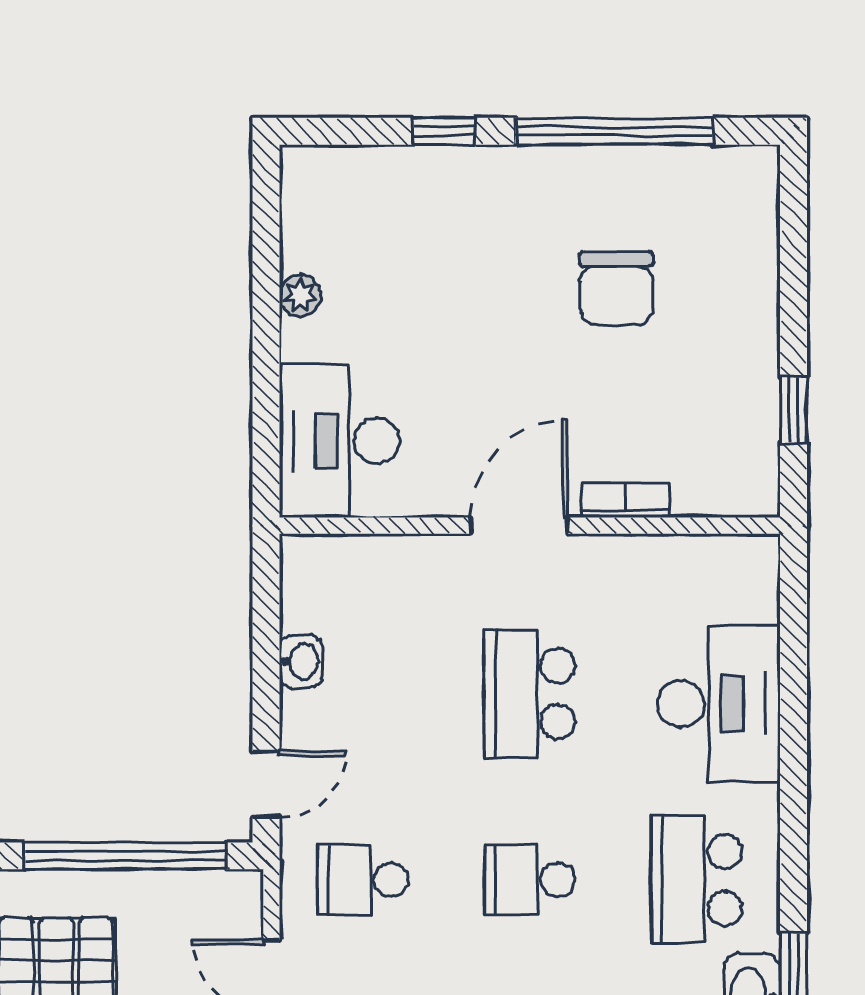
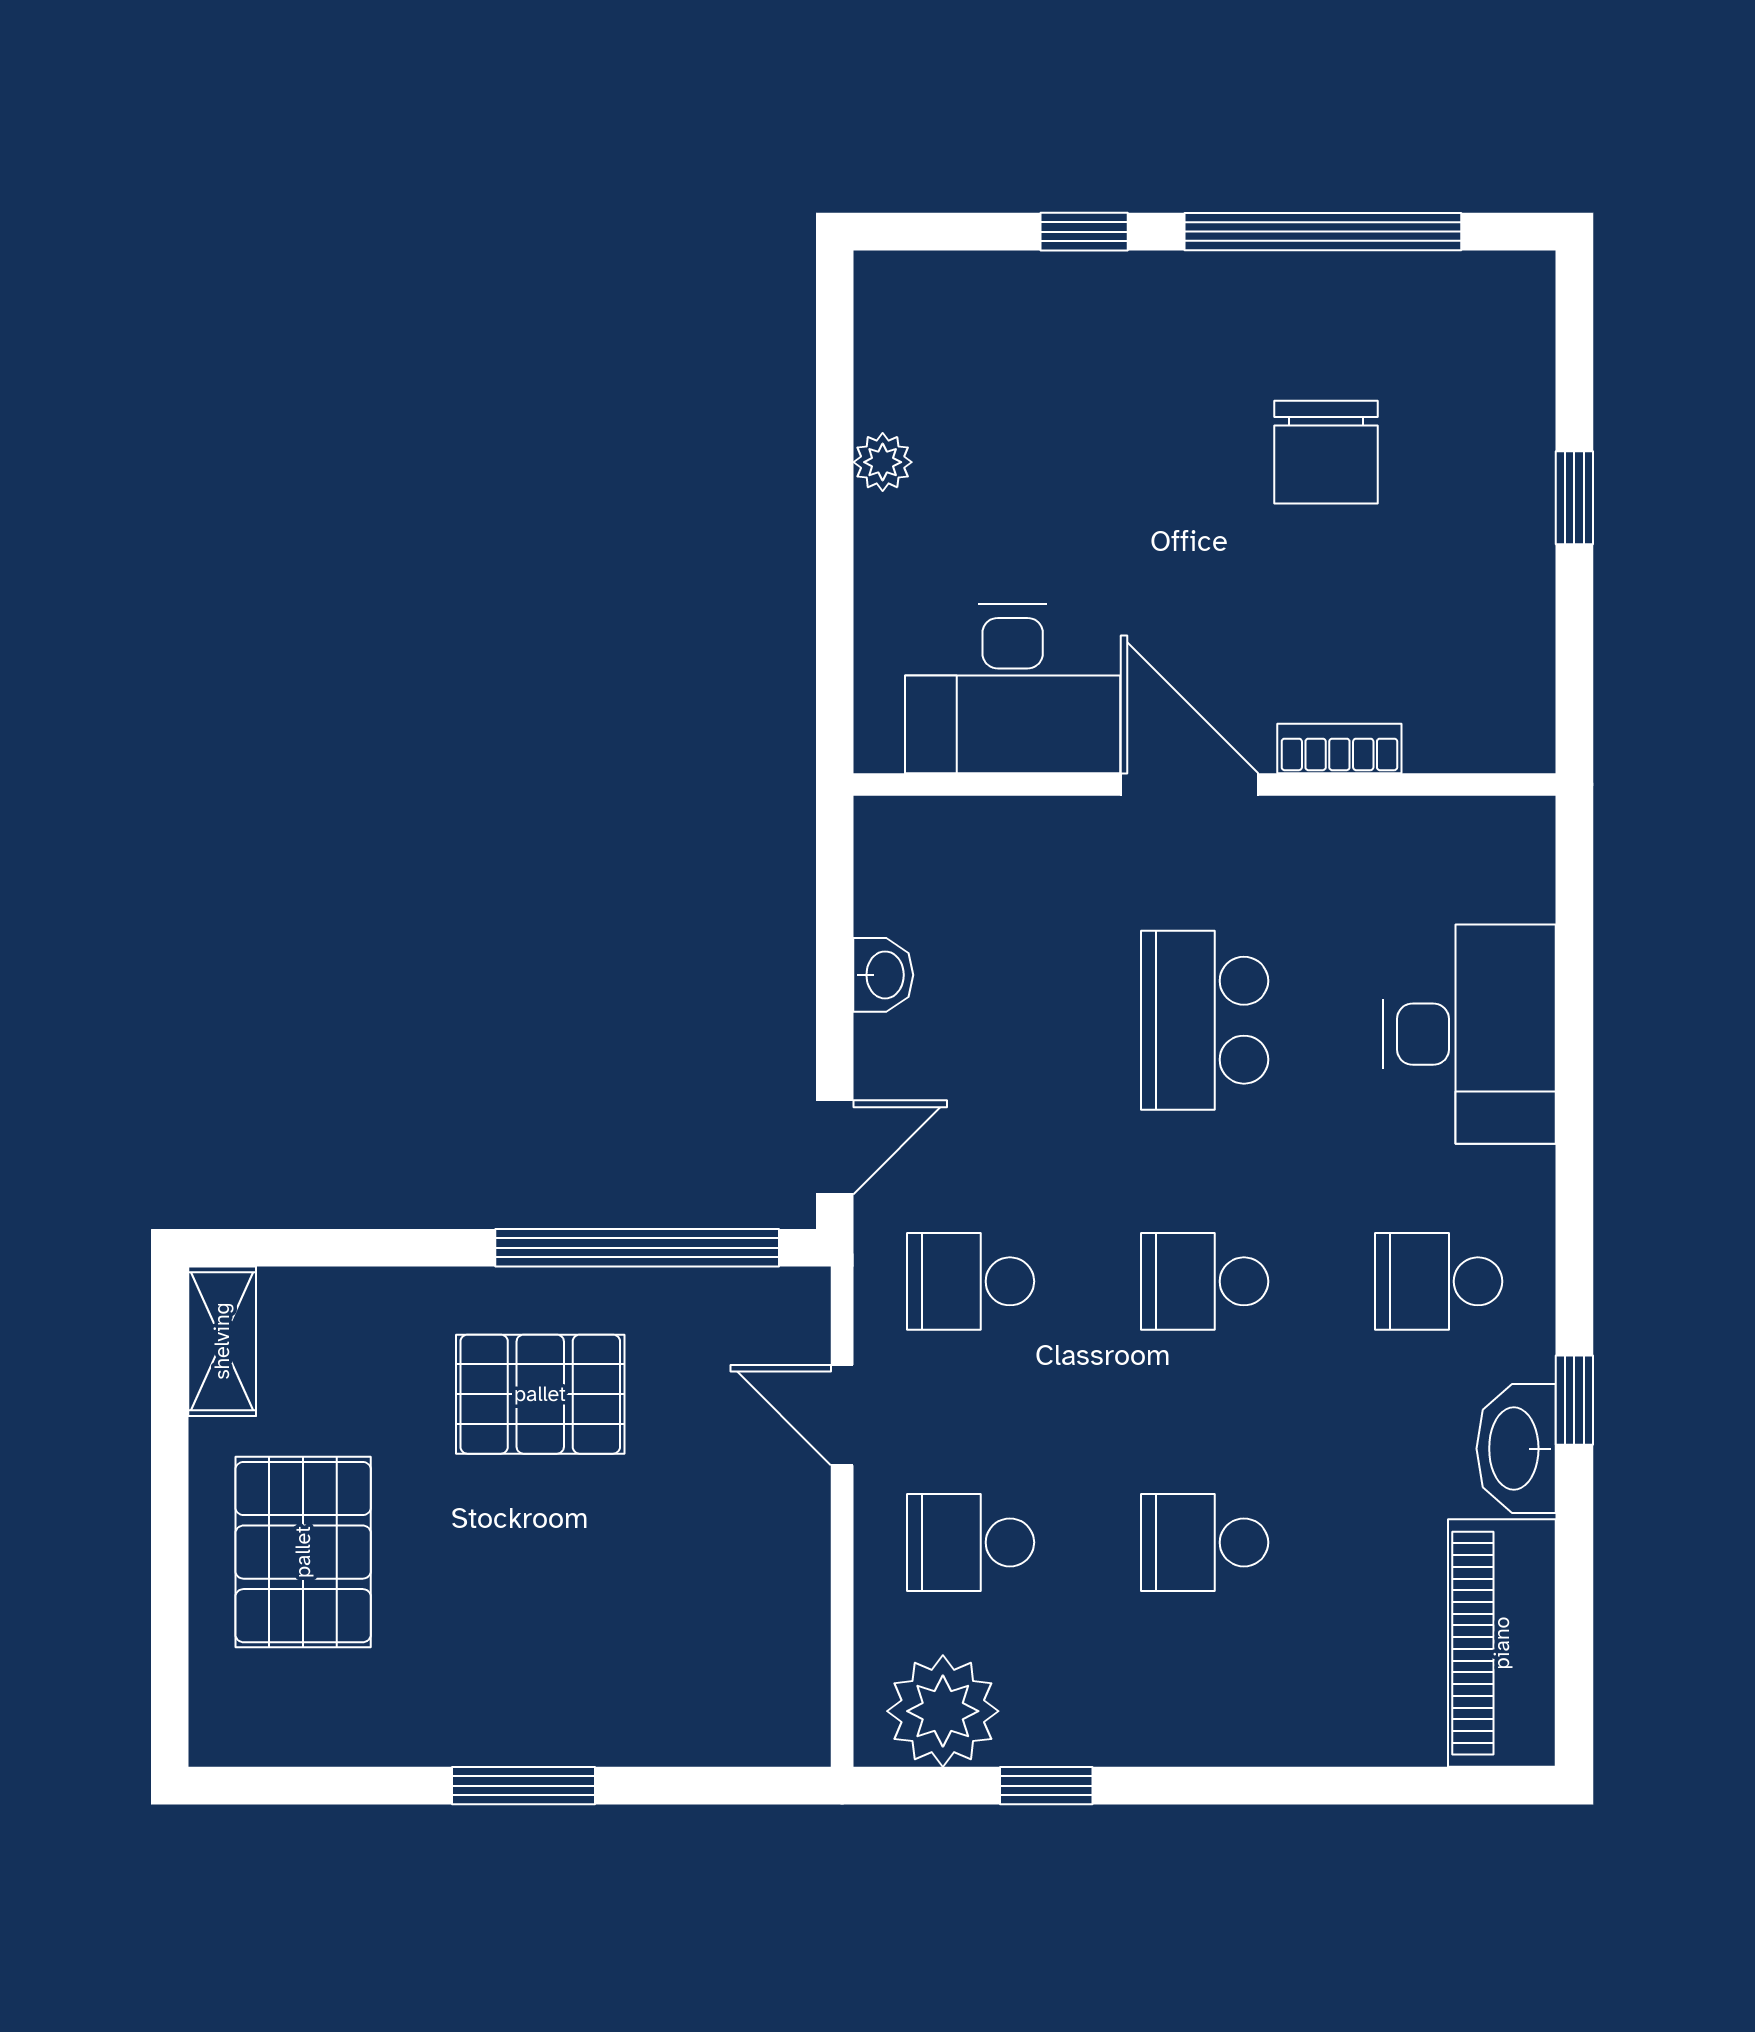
window: (794, 410) -> (1574, 498), moved
desk: (340, 441) -> (1013, 689), moved, turned -90
door: (519, 526) -> (1190, 784), hinge flipped
school desk: (697, 880) -> (1439, 1281), width x0.54

